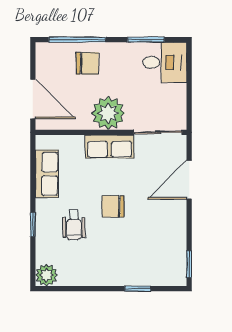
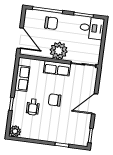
door: (189, 180) -> (95, 104), moved

